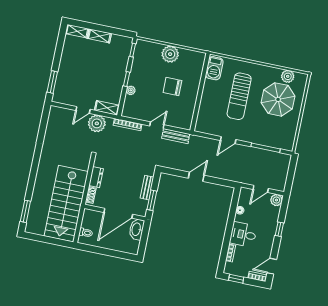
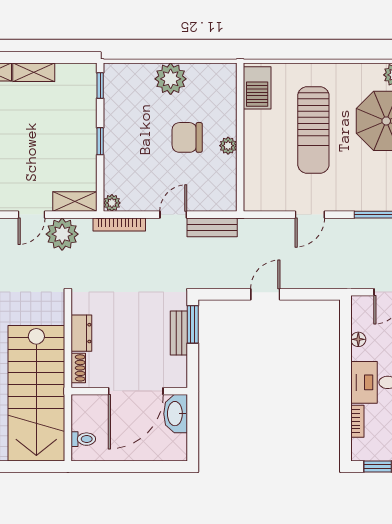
plant: (131, 90) -> (112, 203), moved
plant: (193, 95) -> (228, 146), added
window: (152, 200) -> (193, 324), moved

